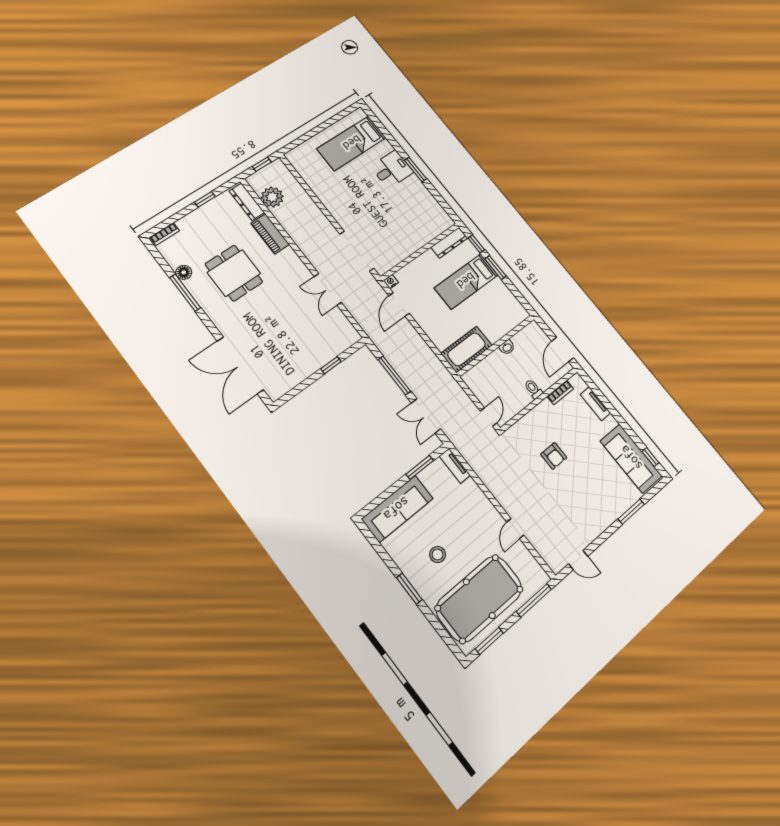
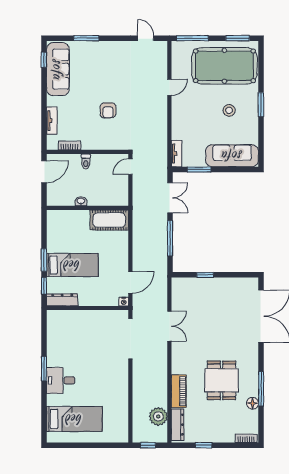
armchair: (554, 456) -> (108, 110), turned 180

